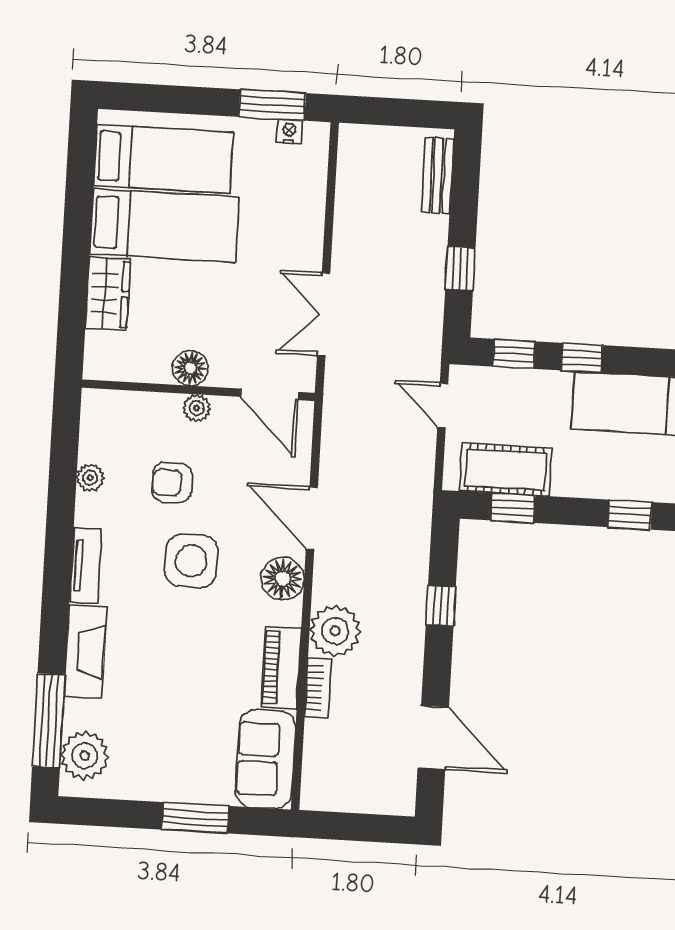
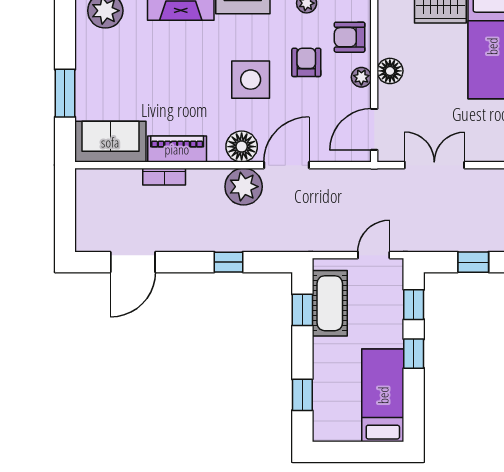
armchair: (141, 421) -> (350, 37), added
plant: (335, 631) -> (244, 187), moved

